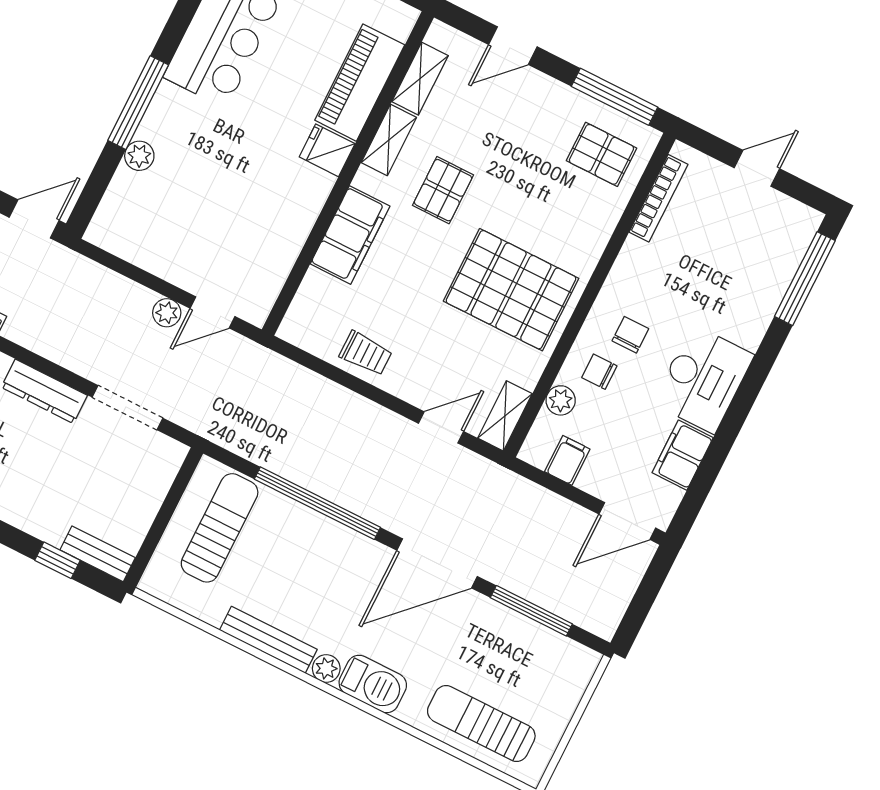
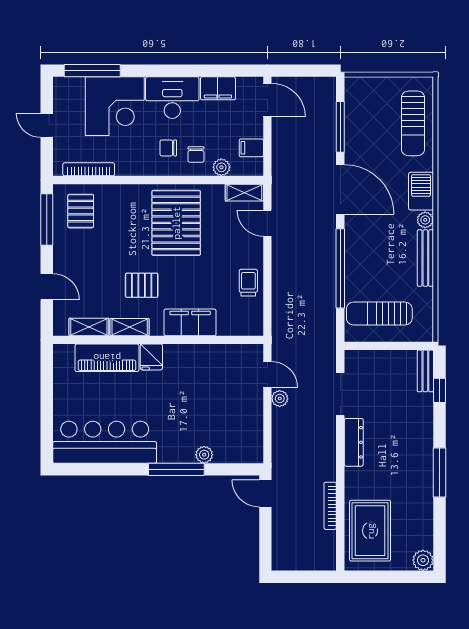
corner desk: (734, 286) -> (115, 106), added

